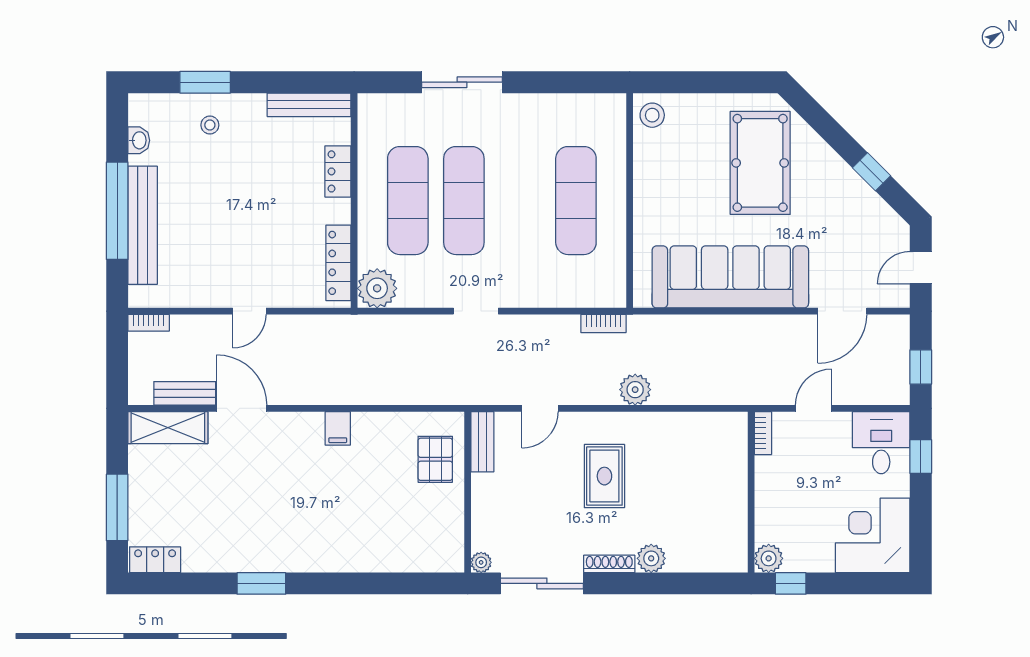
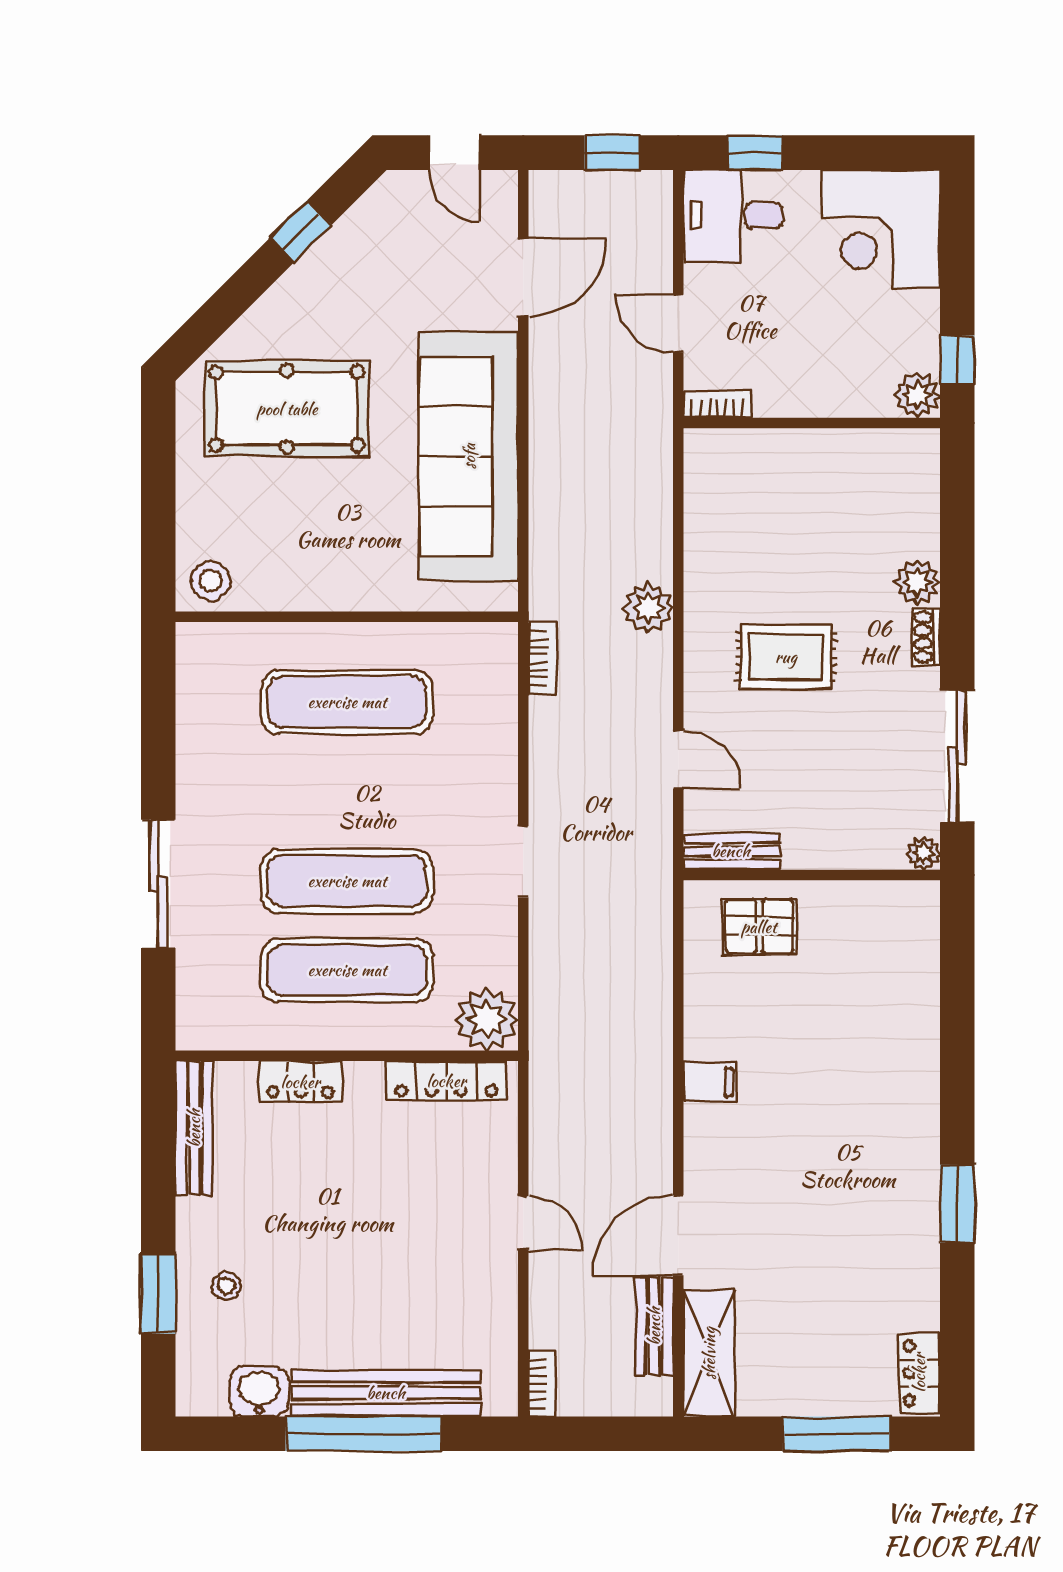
washbasin: (139, 140) -> (259, 1392), width x1.38, depth x1.45
door: (842, 311) -> (523, 278), hinge flipped
shoe rack: (609, 564) -> (926, 637), width x0.70

